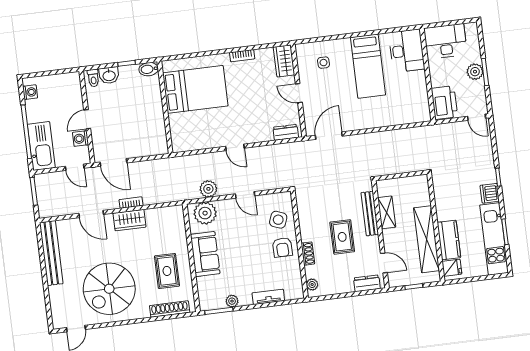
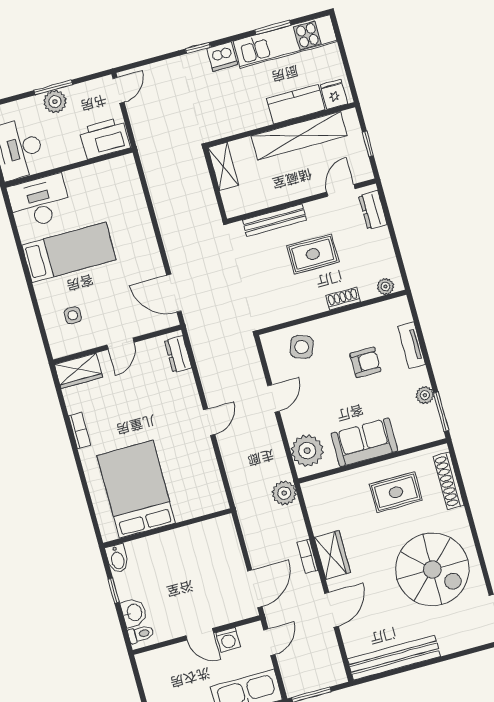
plant: (208, 189) -> (284, 493), moved
shelving: (387, 212) -> (223, 166), moved, turned 90
armchair: (282, 247) -> (365, 362), moved

